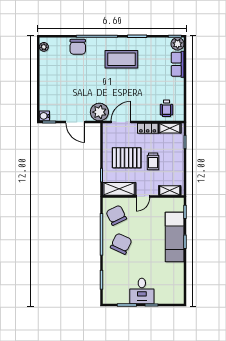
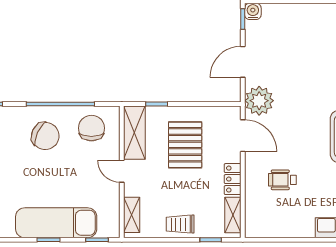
wheelchair: (166, 108) -> (282, 180), moved
trolley: (153, 161) -> (180, 224), moved
chair: (116, 215) -> (91, 128), turned -64

